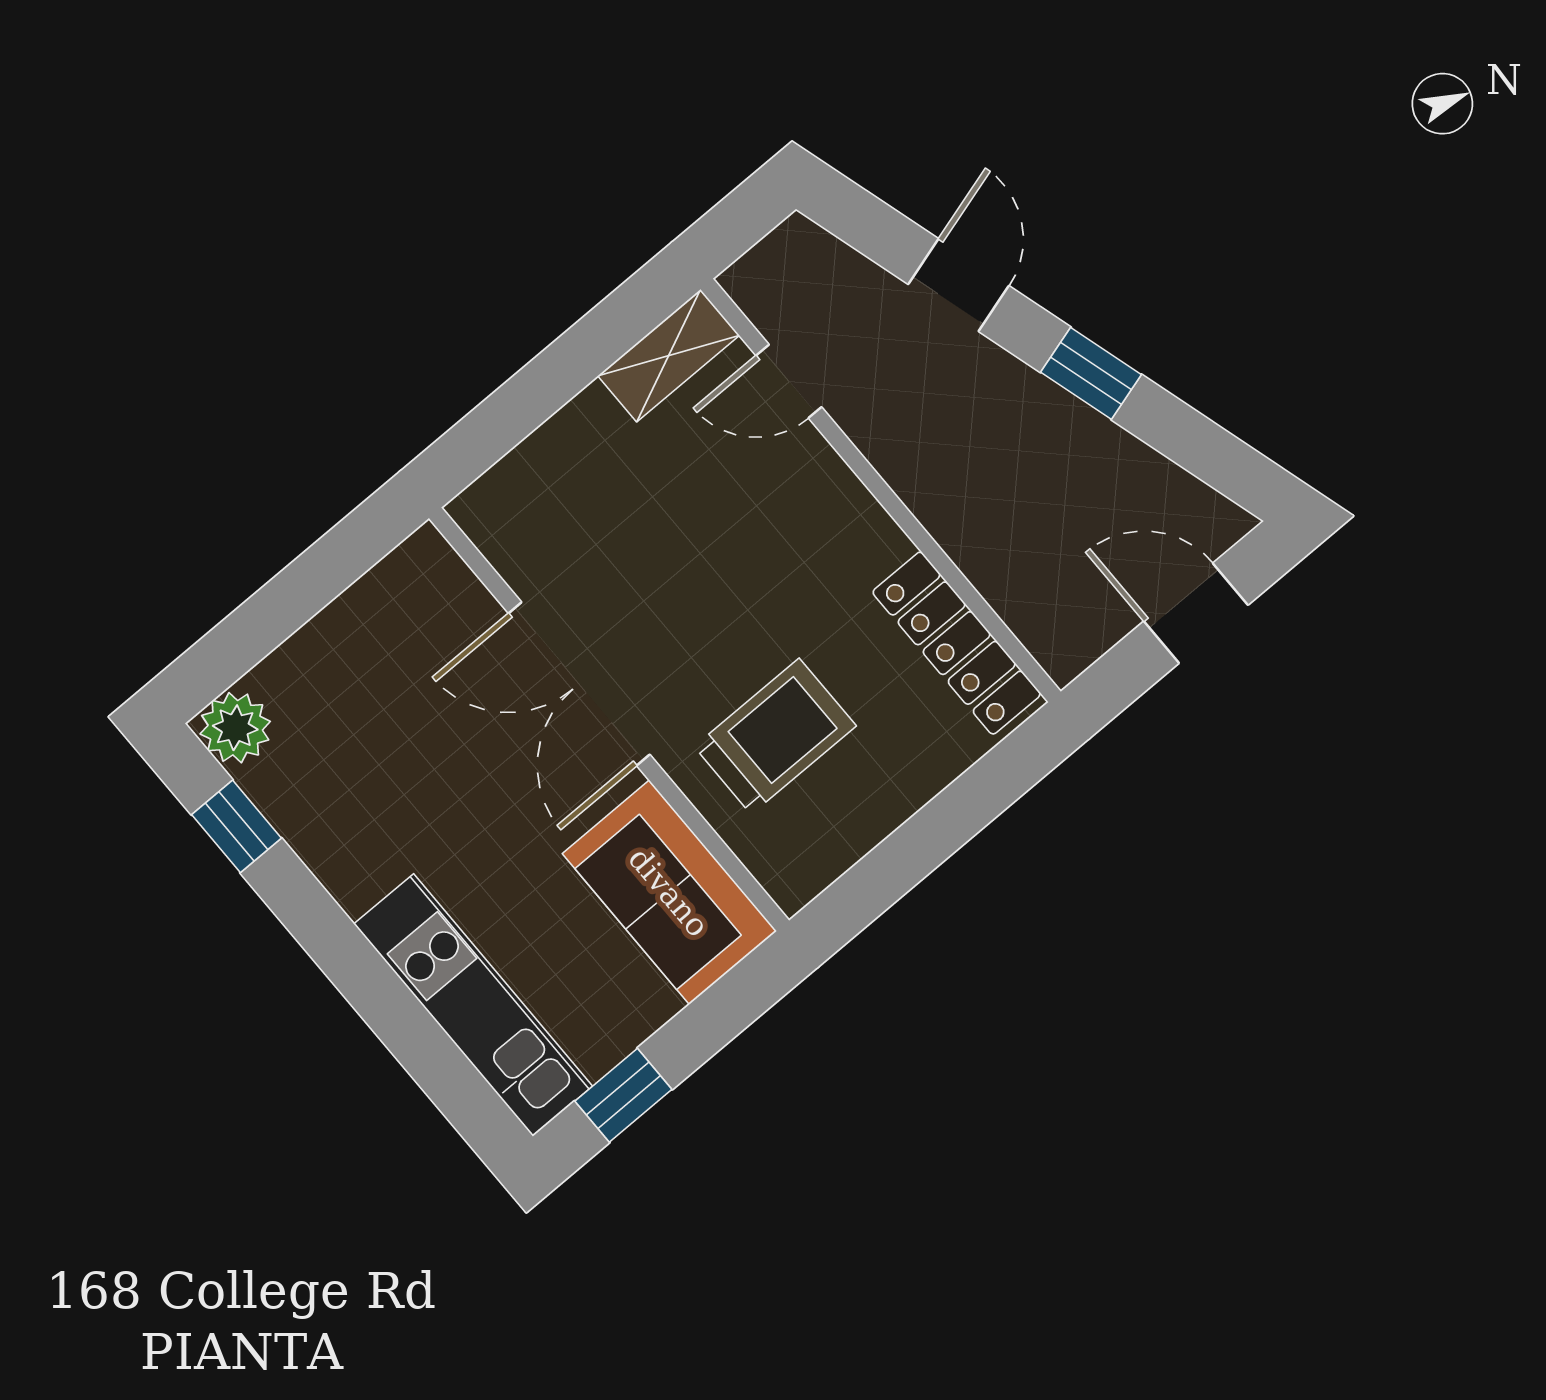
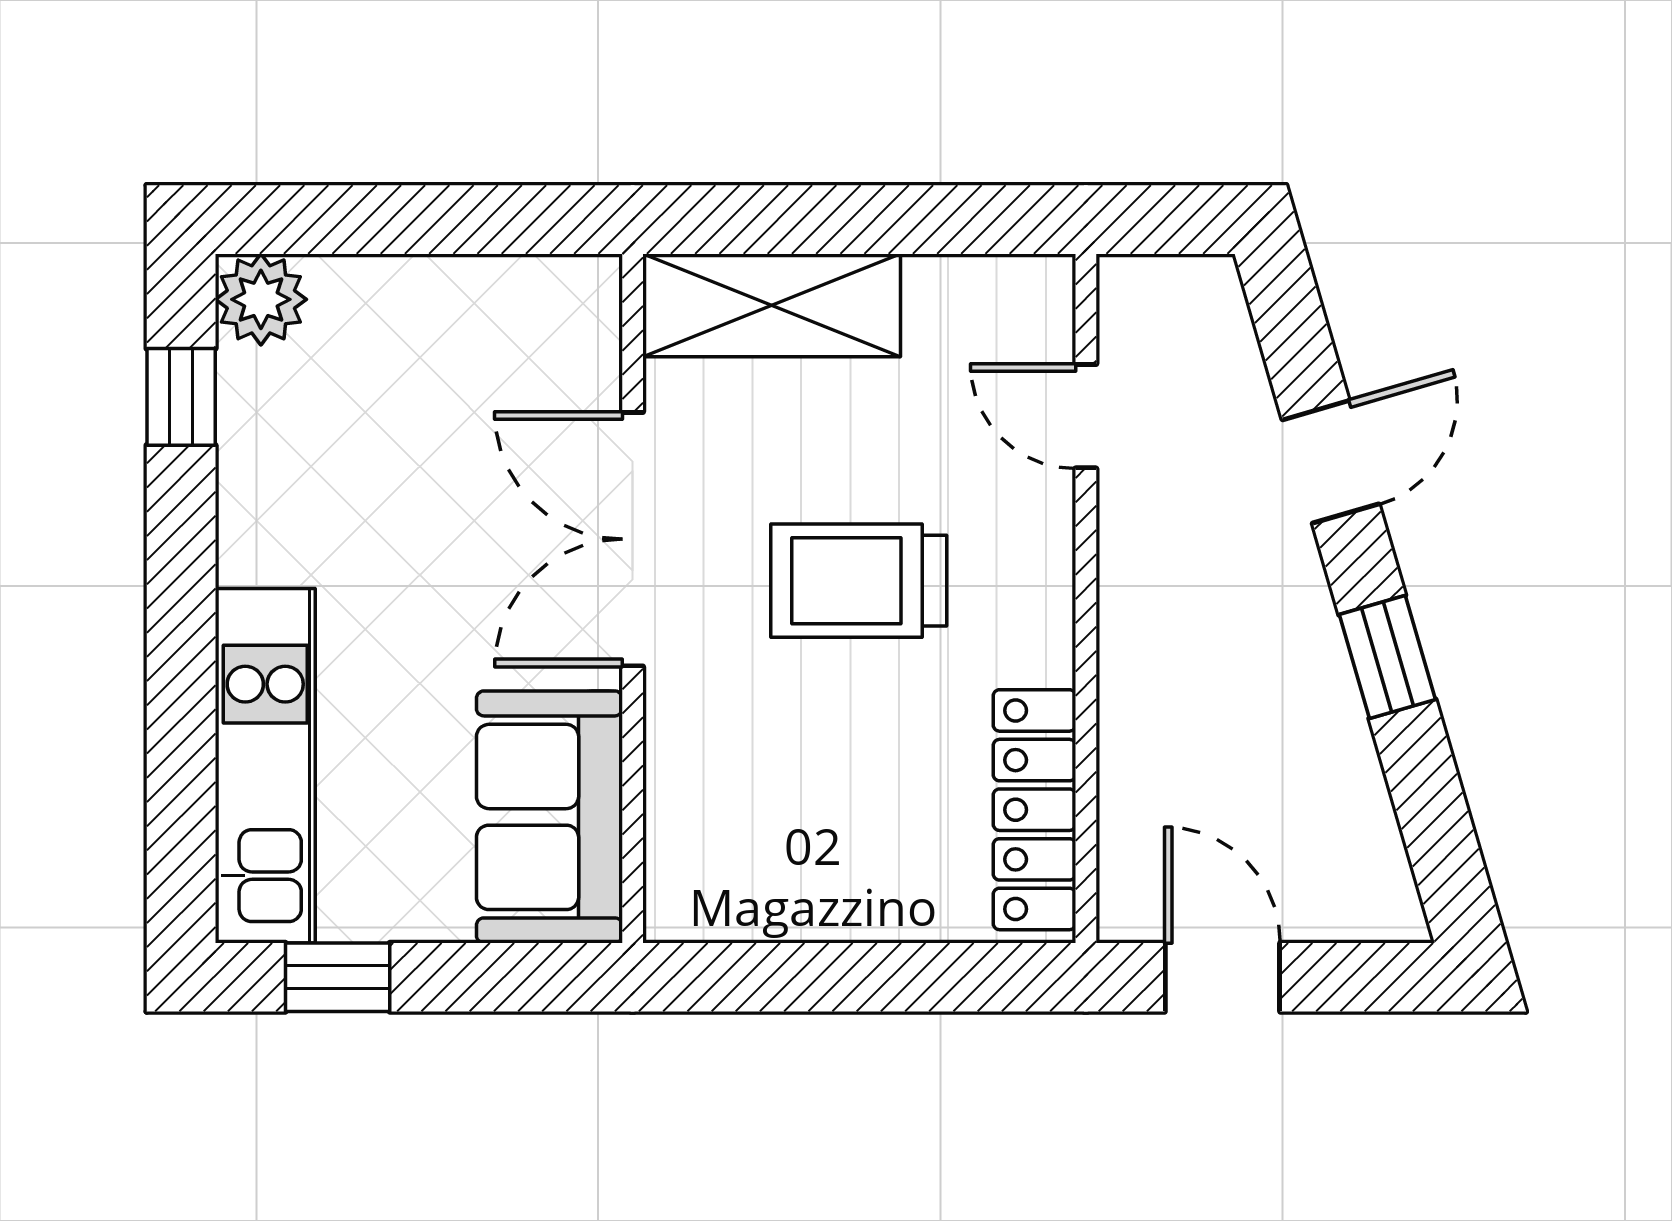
shelving: (669, 356) -> (772, 305), moved, width x1.50, depth x1.33
door: (1196, 613) -> (1222, 977), moved
trolley: (775, 736) -> (859, 581), moved, turned 180

